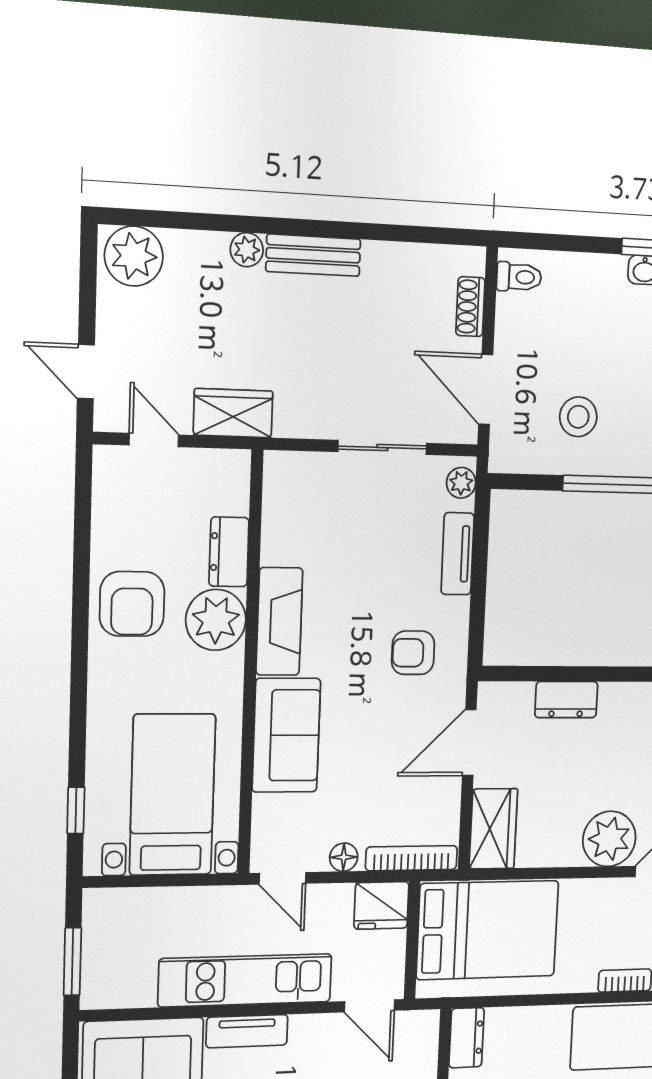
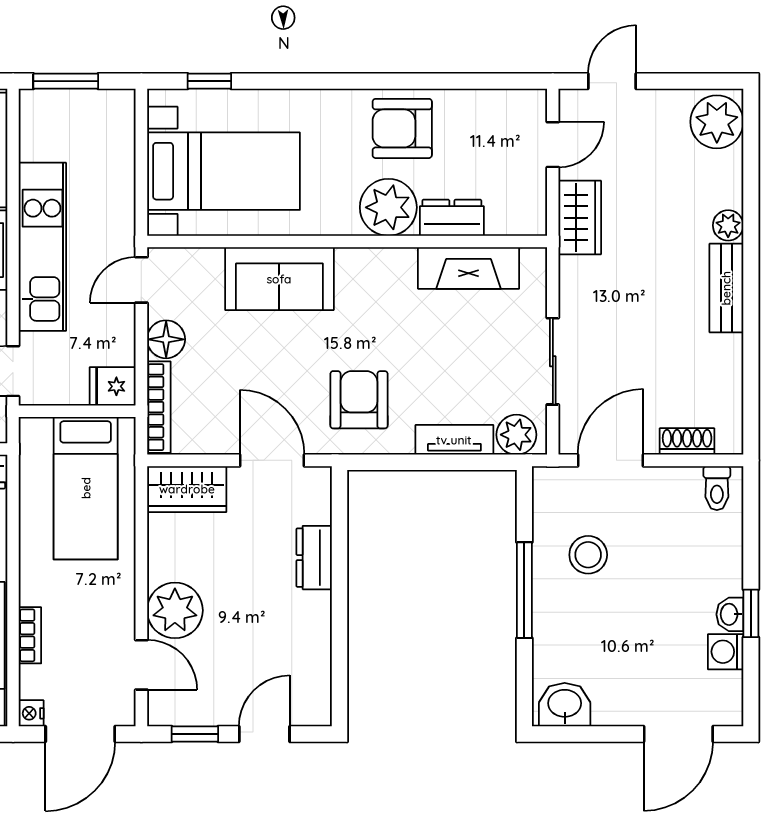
plant: (461, 483) -> (516, 435), width x1.38, depth x1.38
fireplace: (279, 621) -> (469, 268), moved
armchair: (413, 653) -> (359, 400), width x1.38, depth x1.38
floor lamp: (344, 857) -> (166, 339), width x1.37, depth x1.37
fridge: (381, 905) -> (113, 386), width x0.72
bed: (488, 930) -> (86, 488), width x0.67

